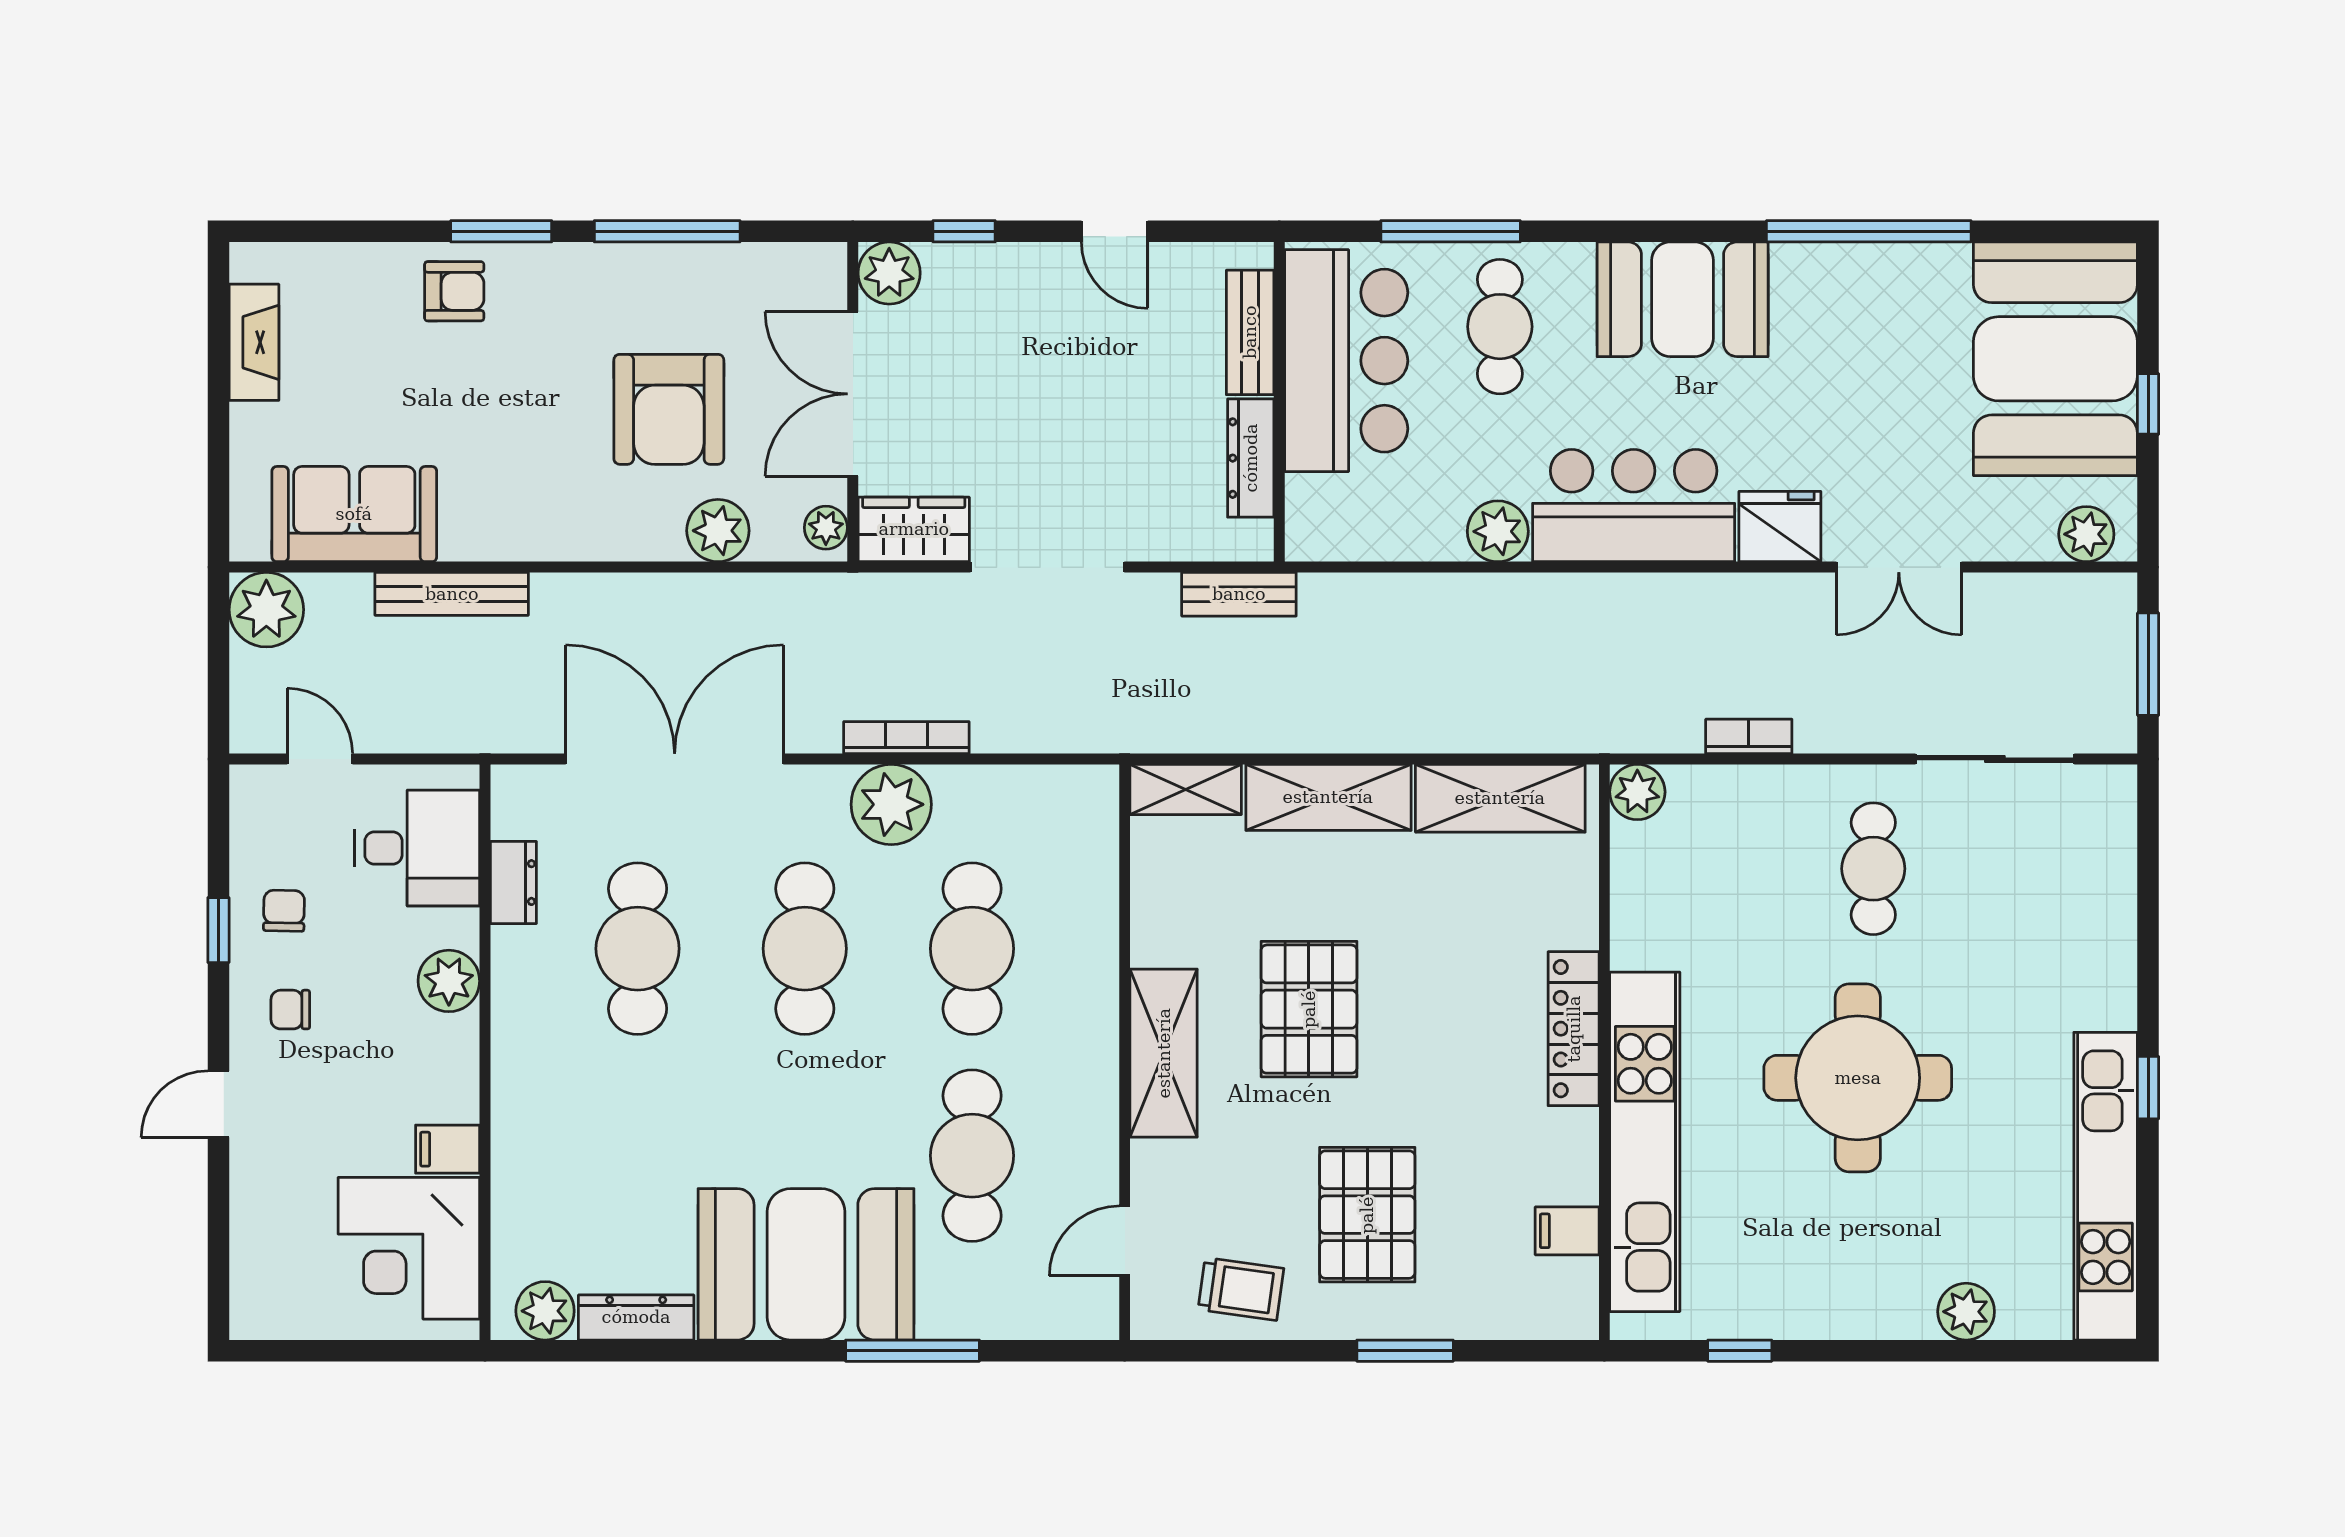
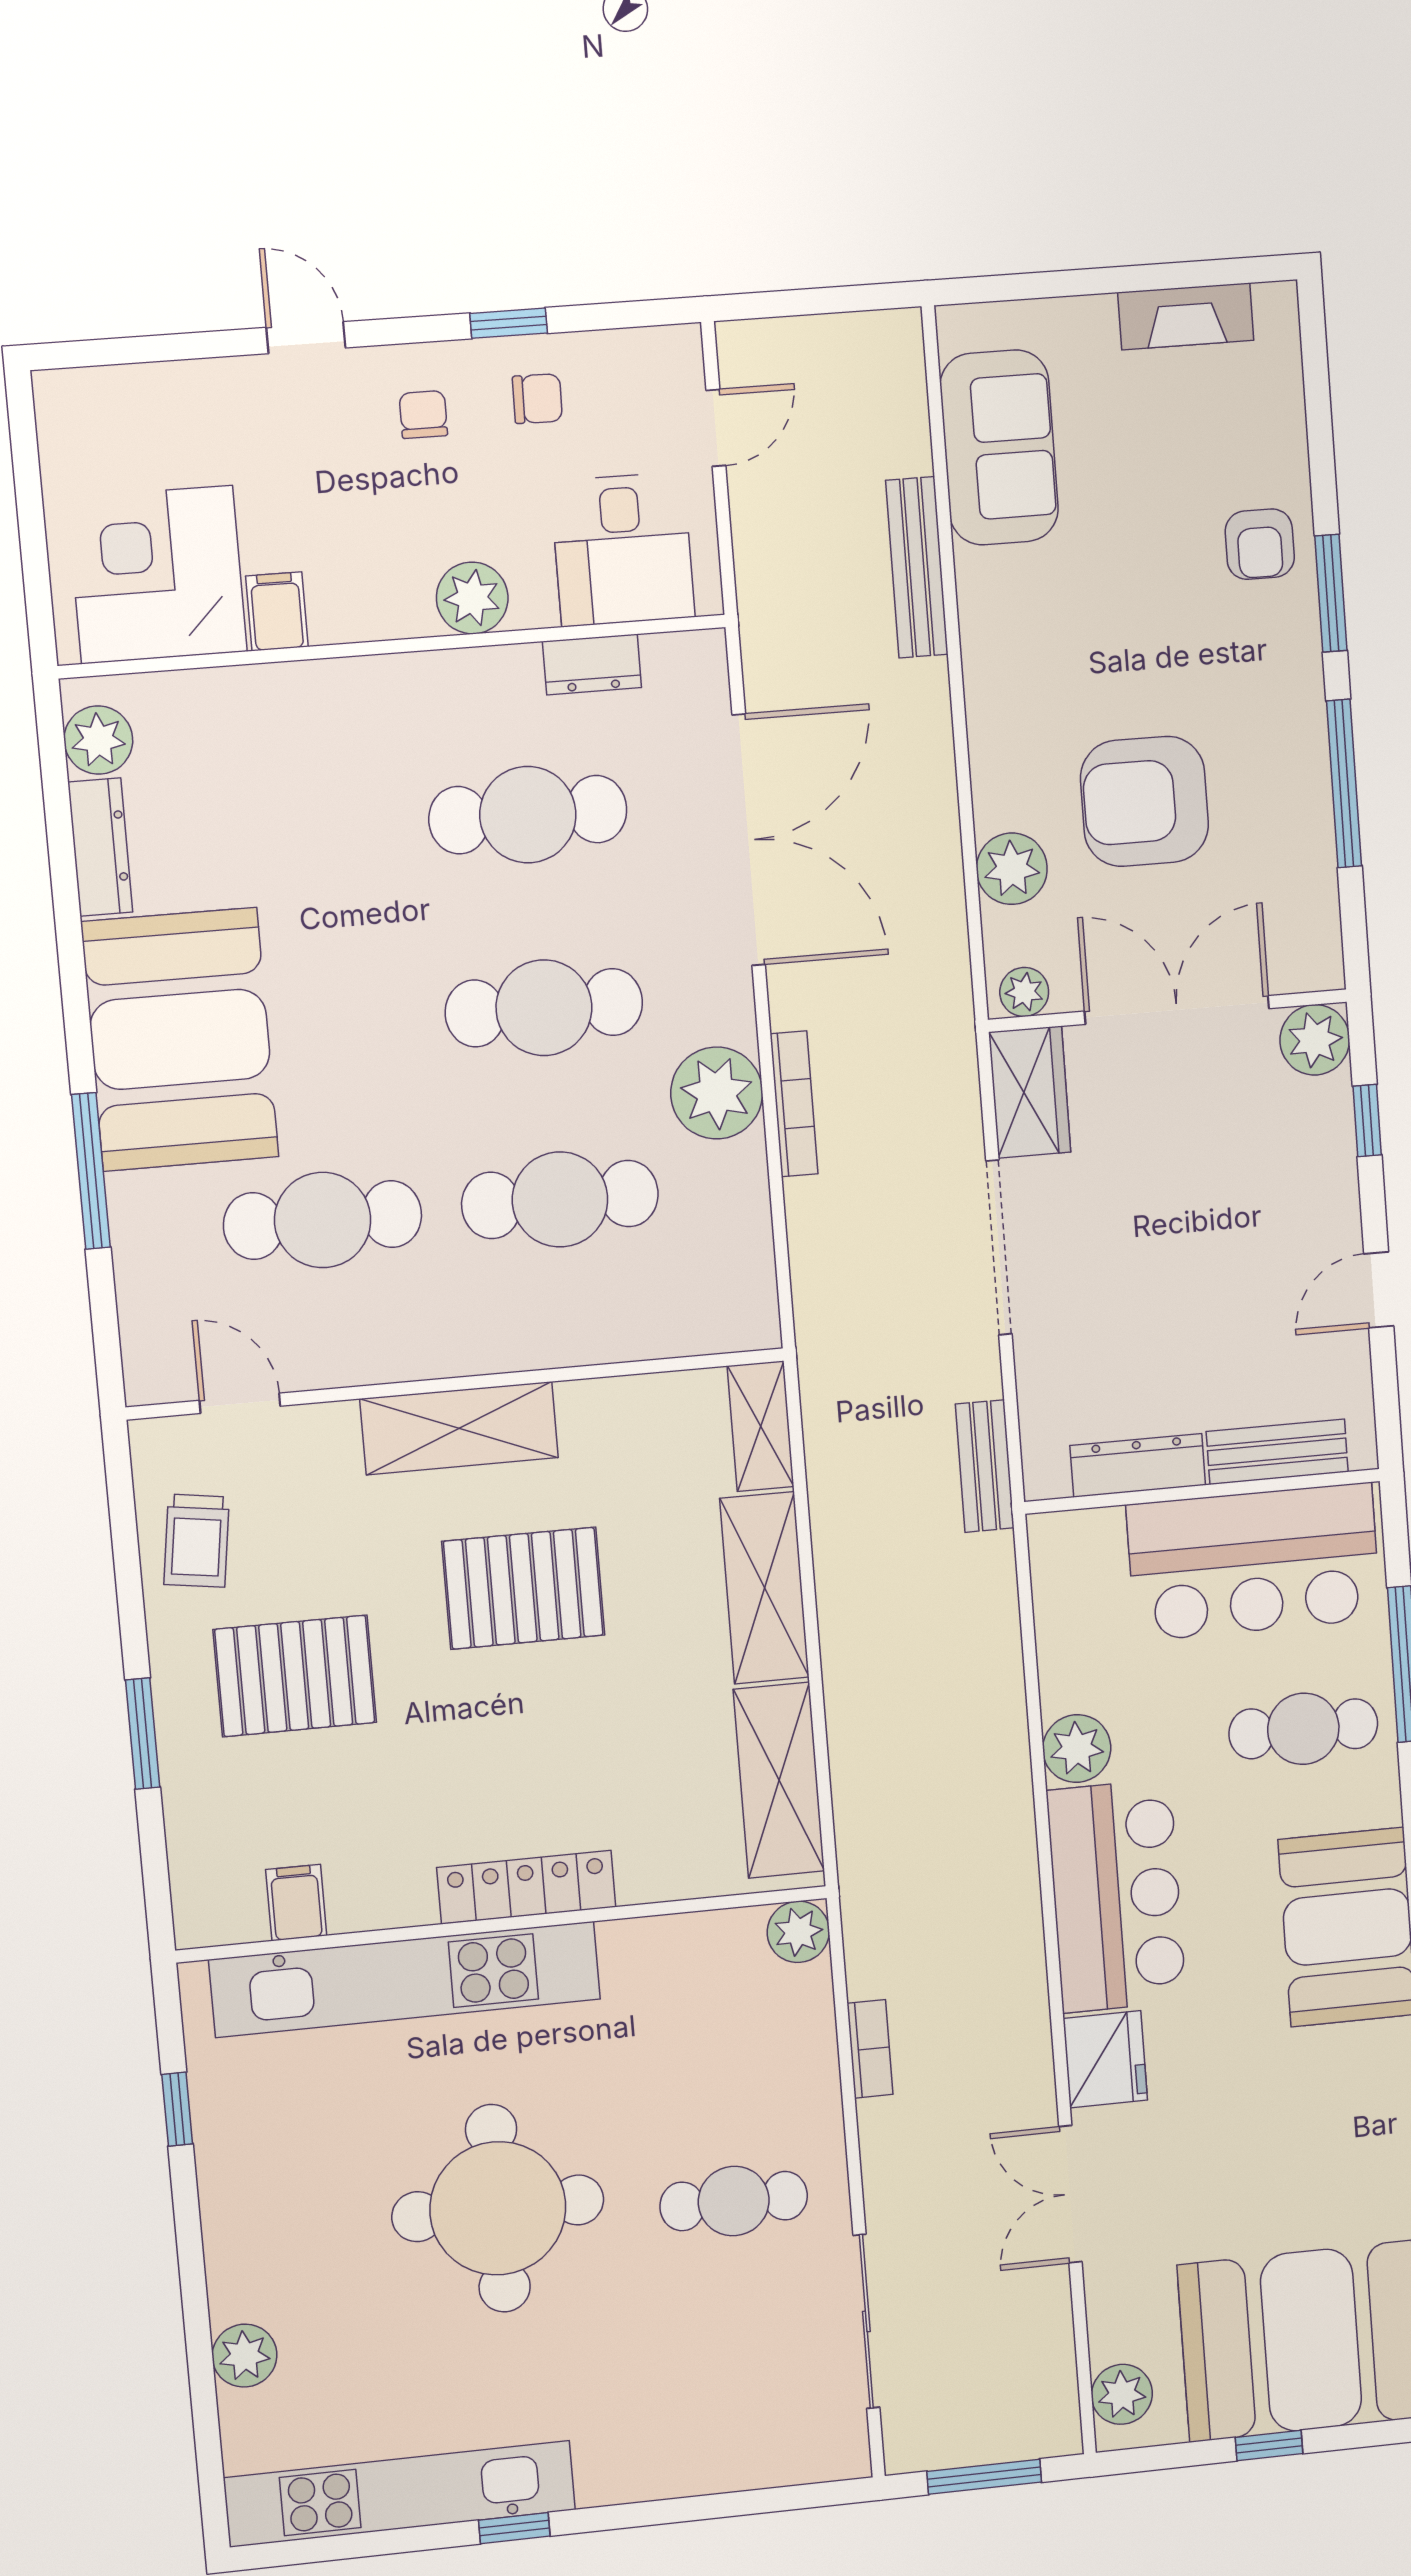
plant: (266, 610) -> (882, 353), removed

